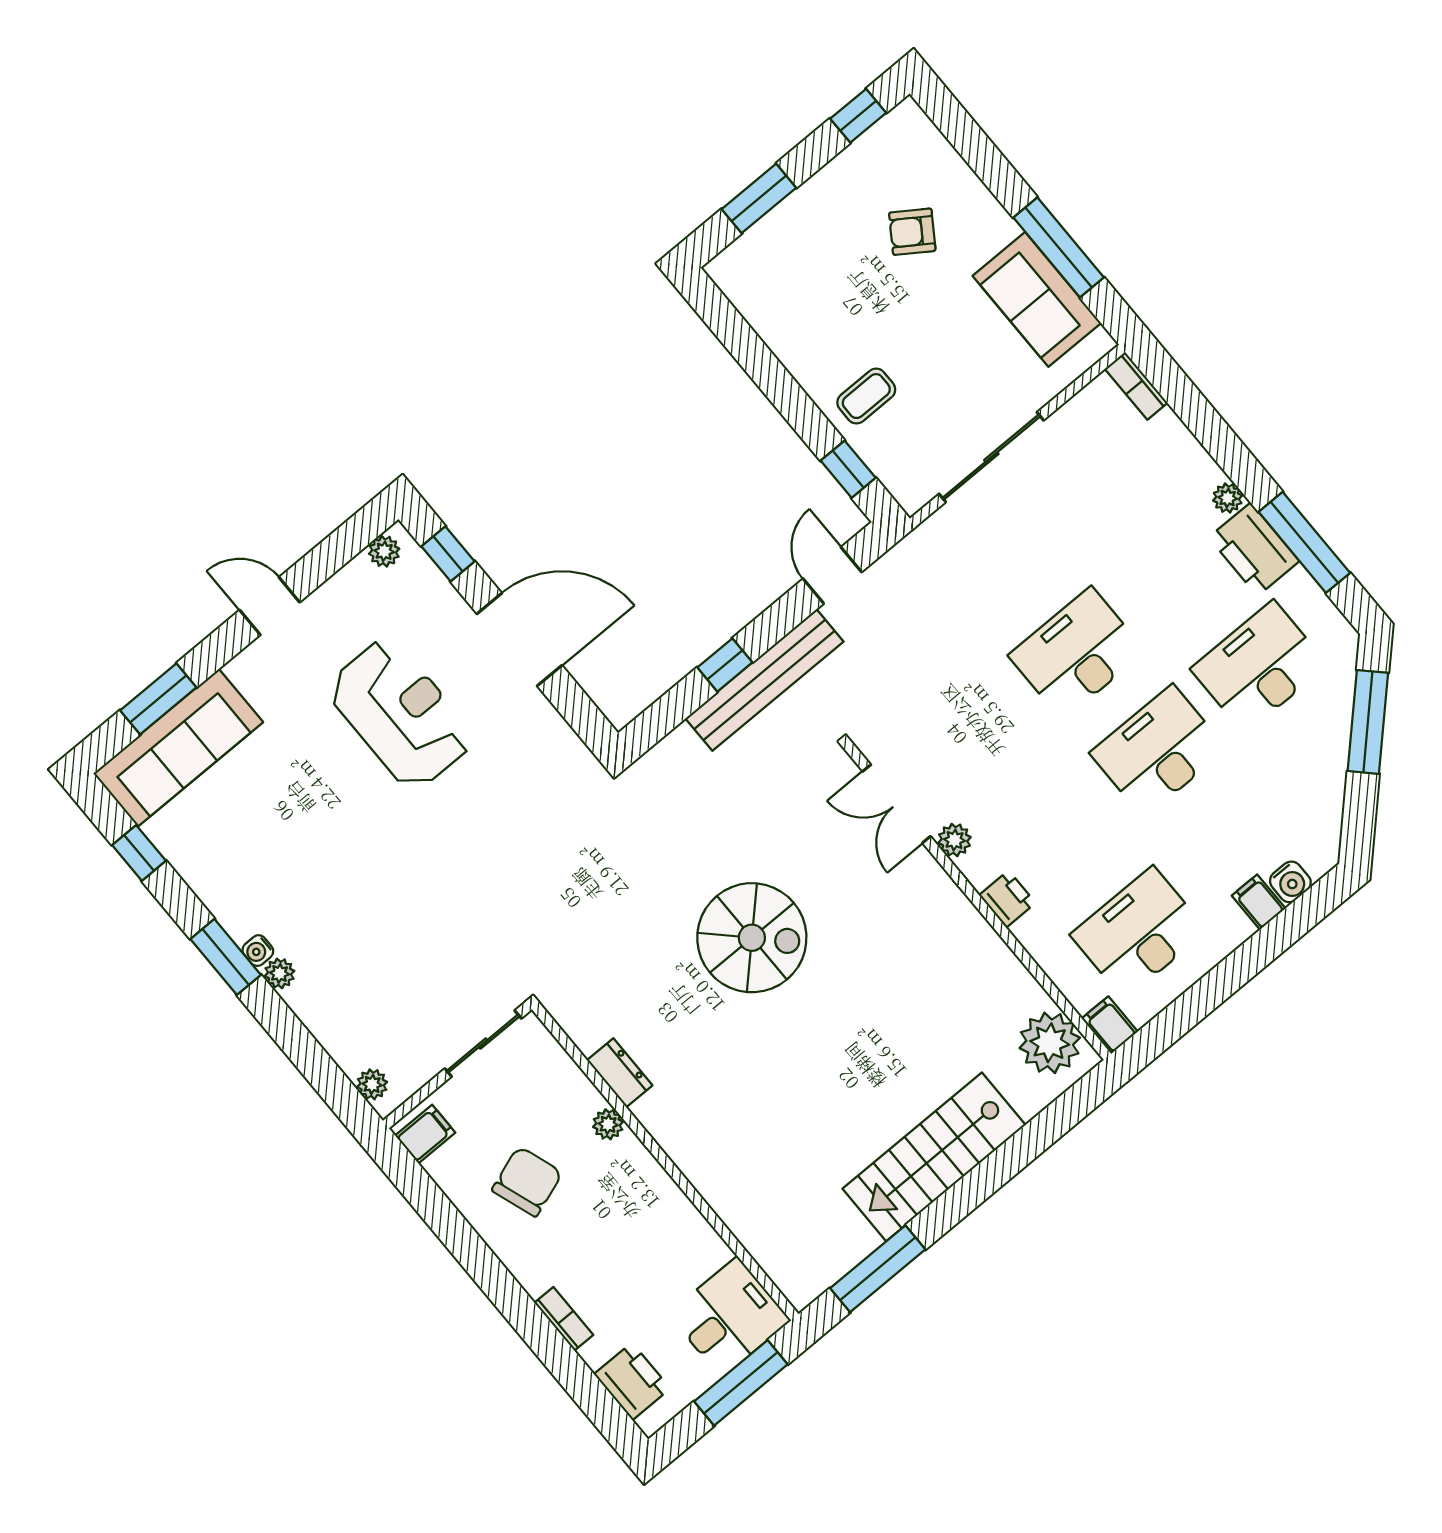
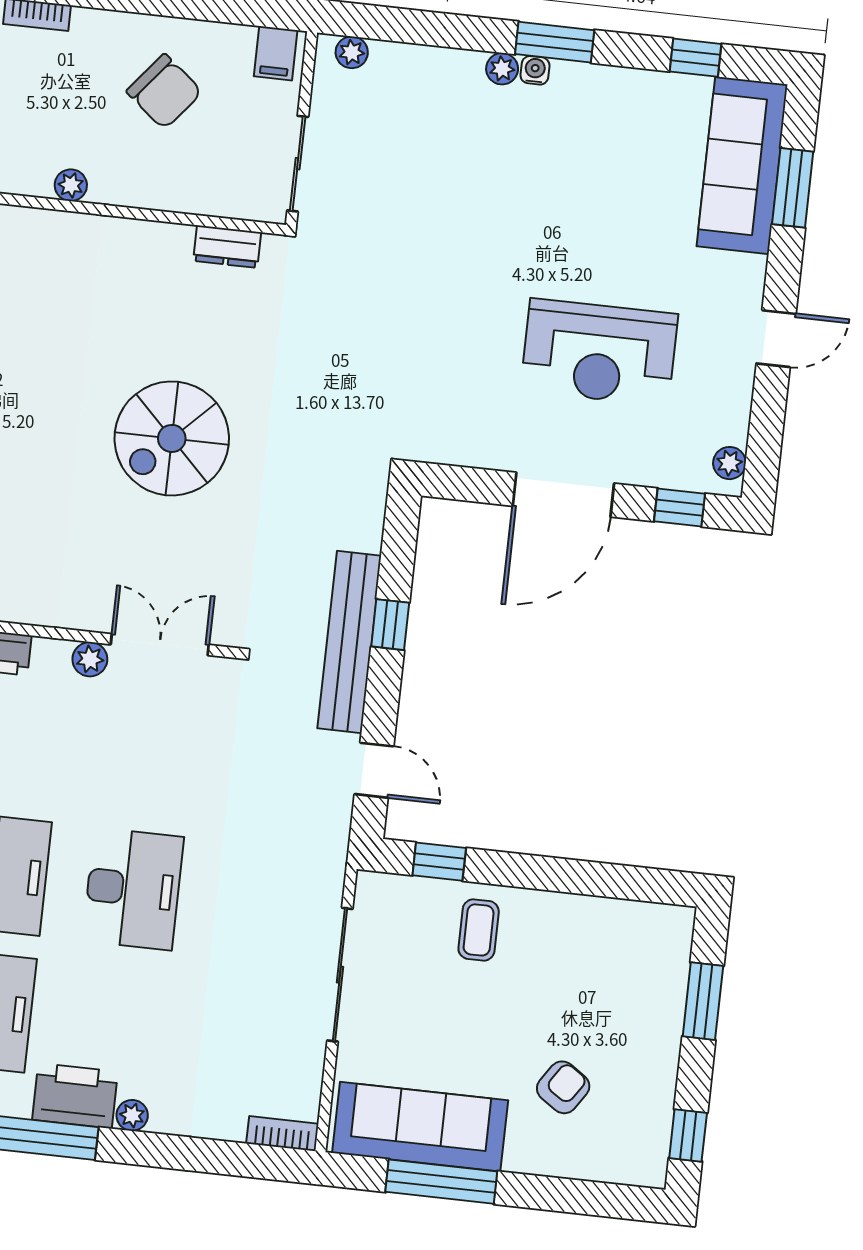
sofa: (1037, 299) -> (420, 1127), width x1.36
dresser: (620, 1073) -> (227, 247), moved
plant: (608, 1124) -> (71, 185), moved
chair: (527, 1181) -> (164, 92), turned -32

